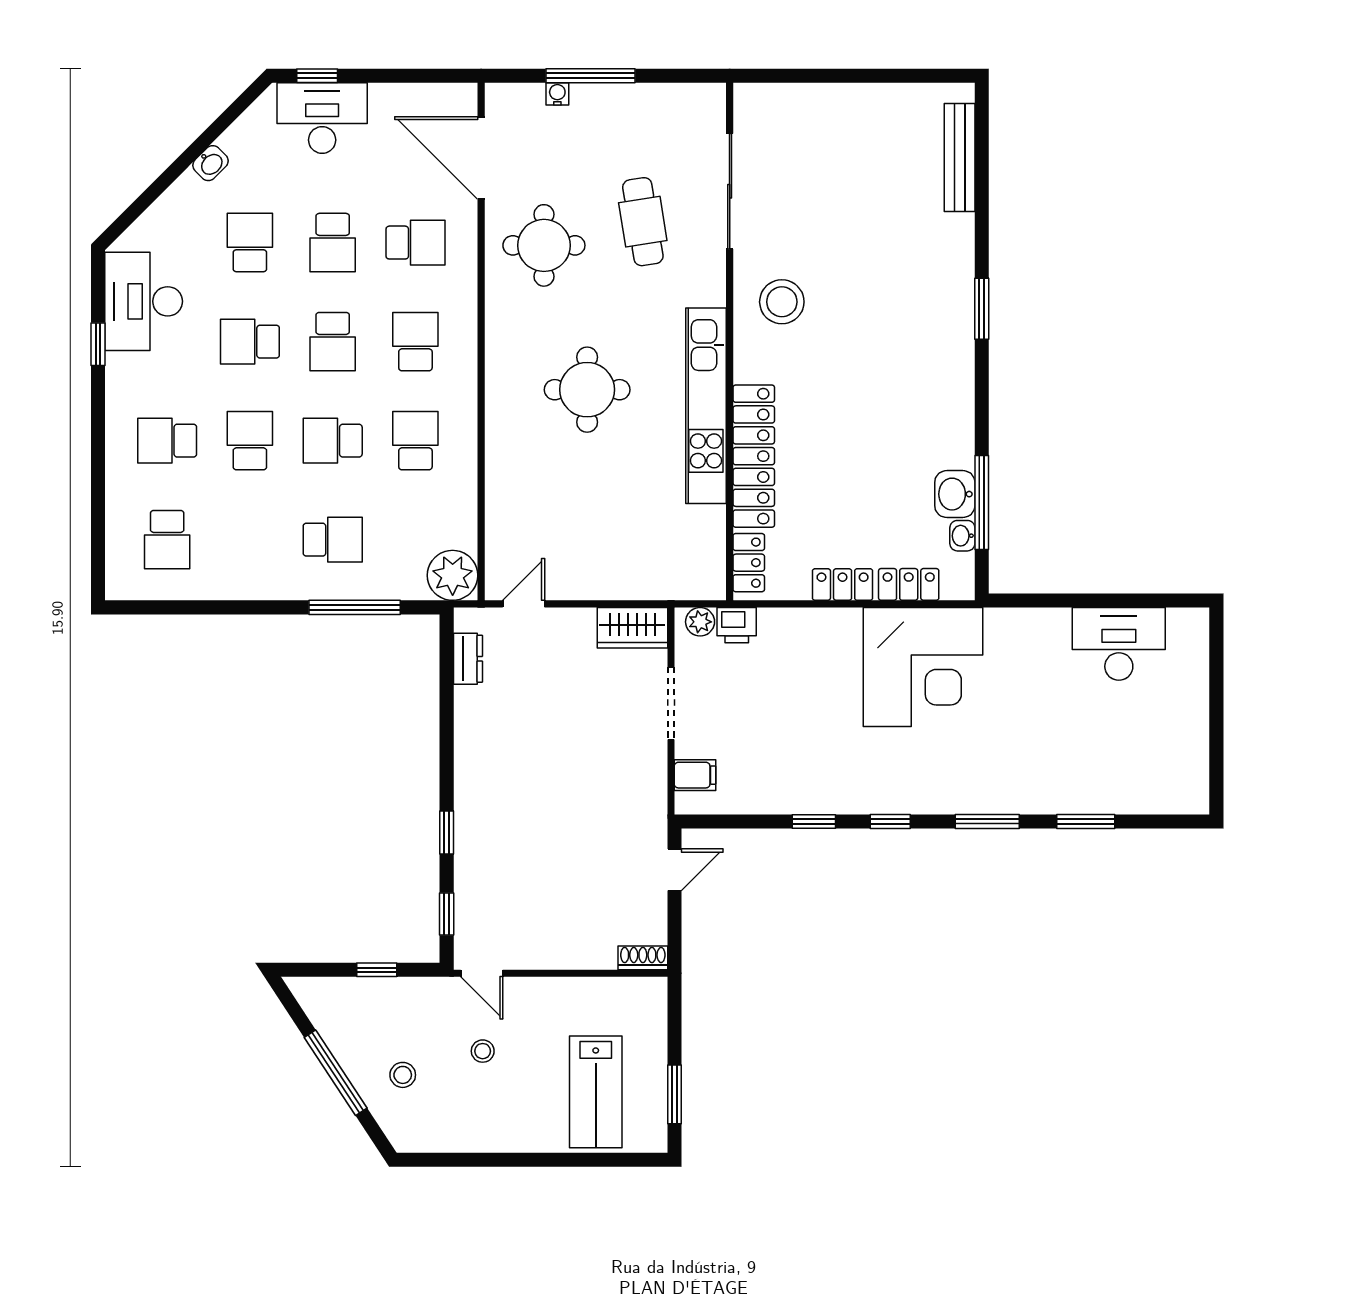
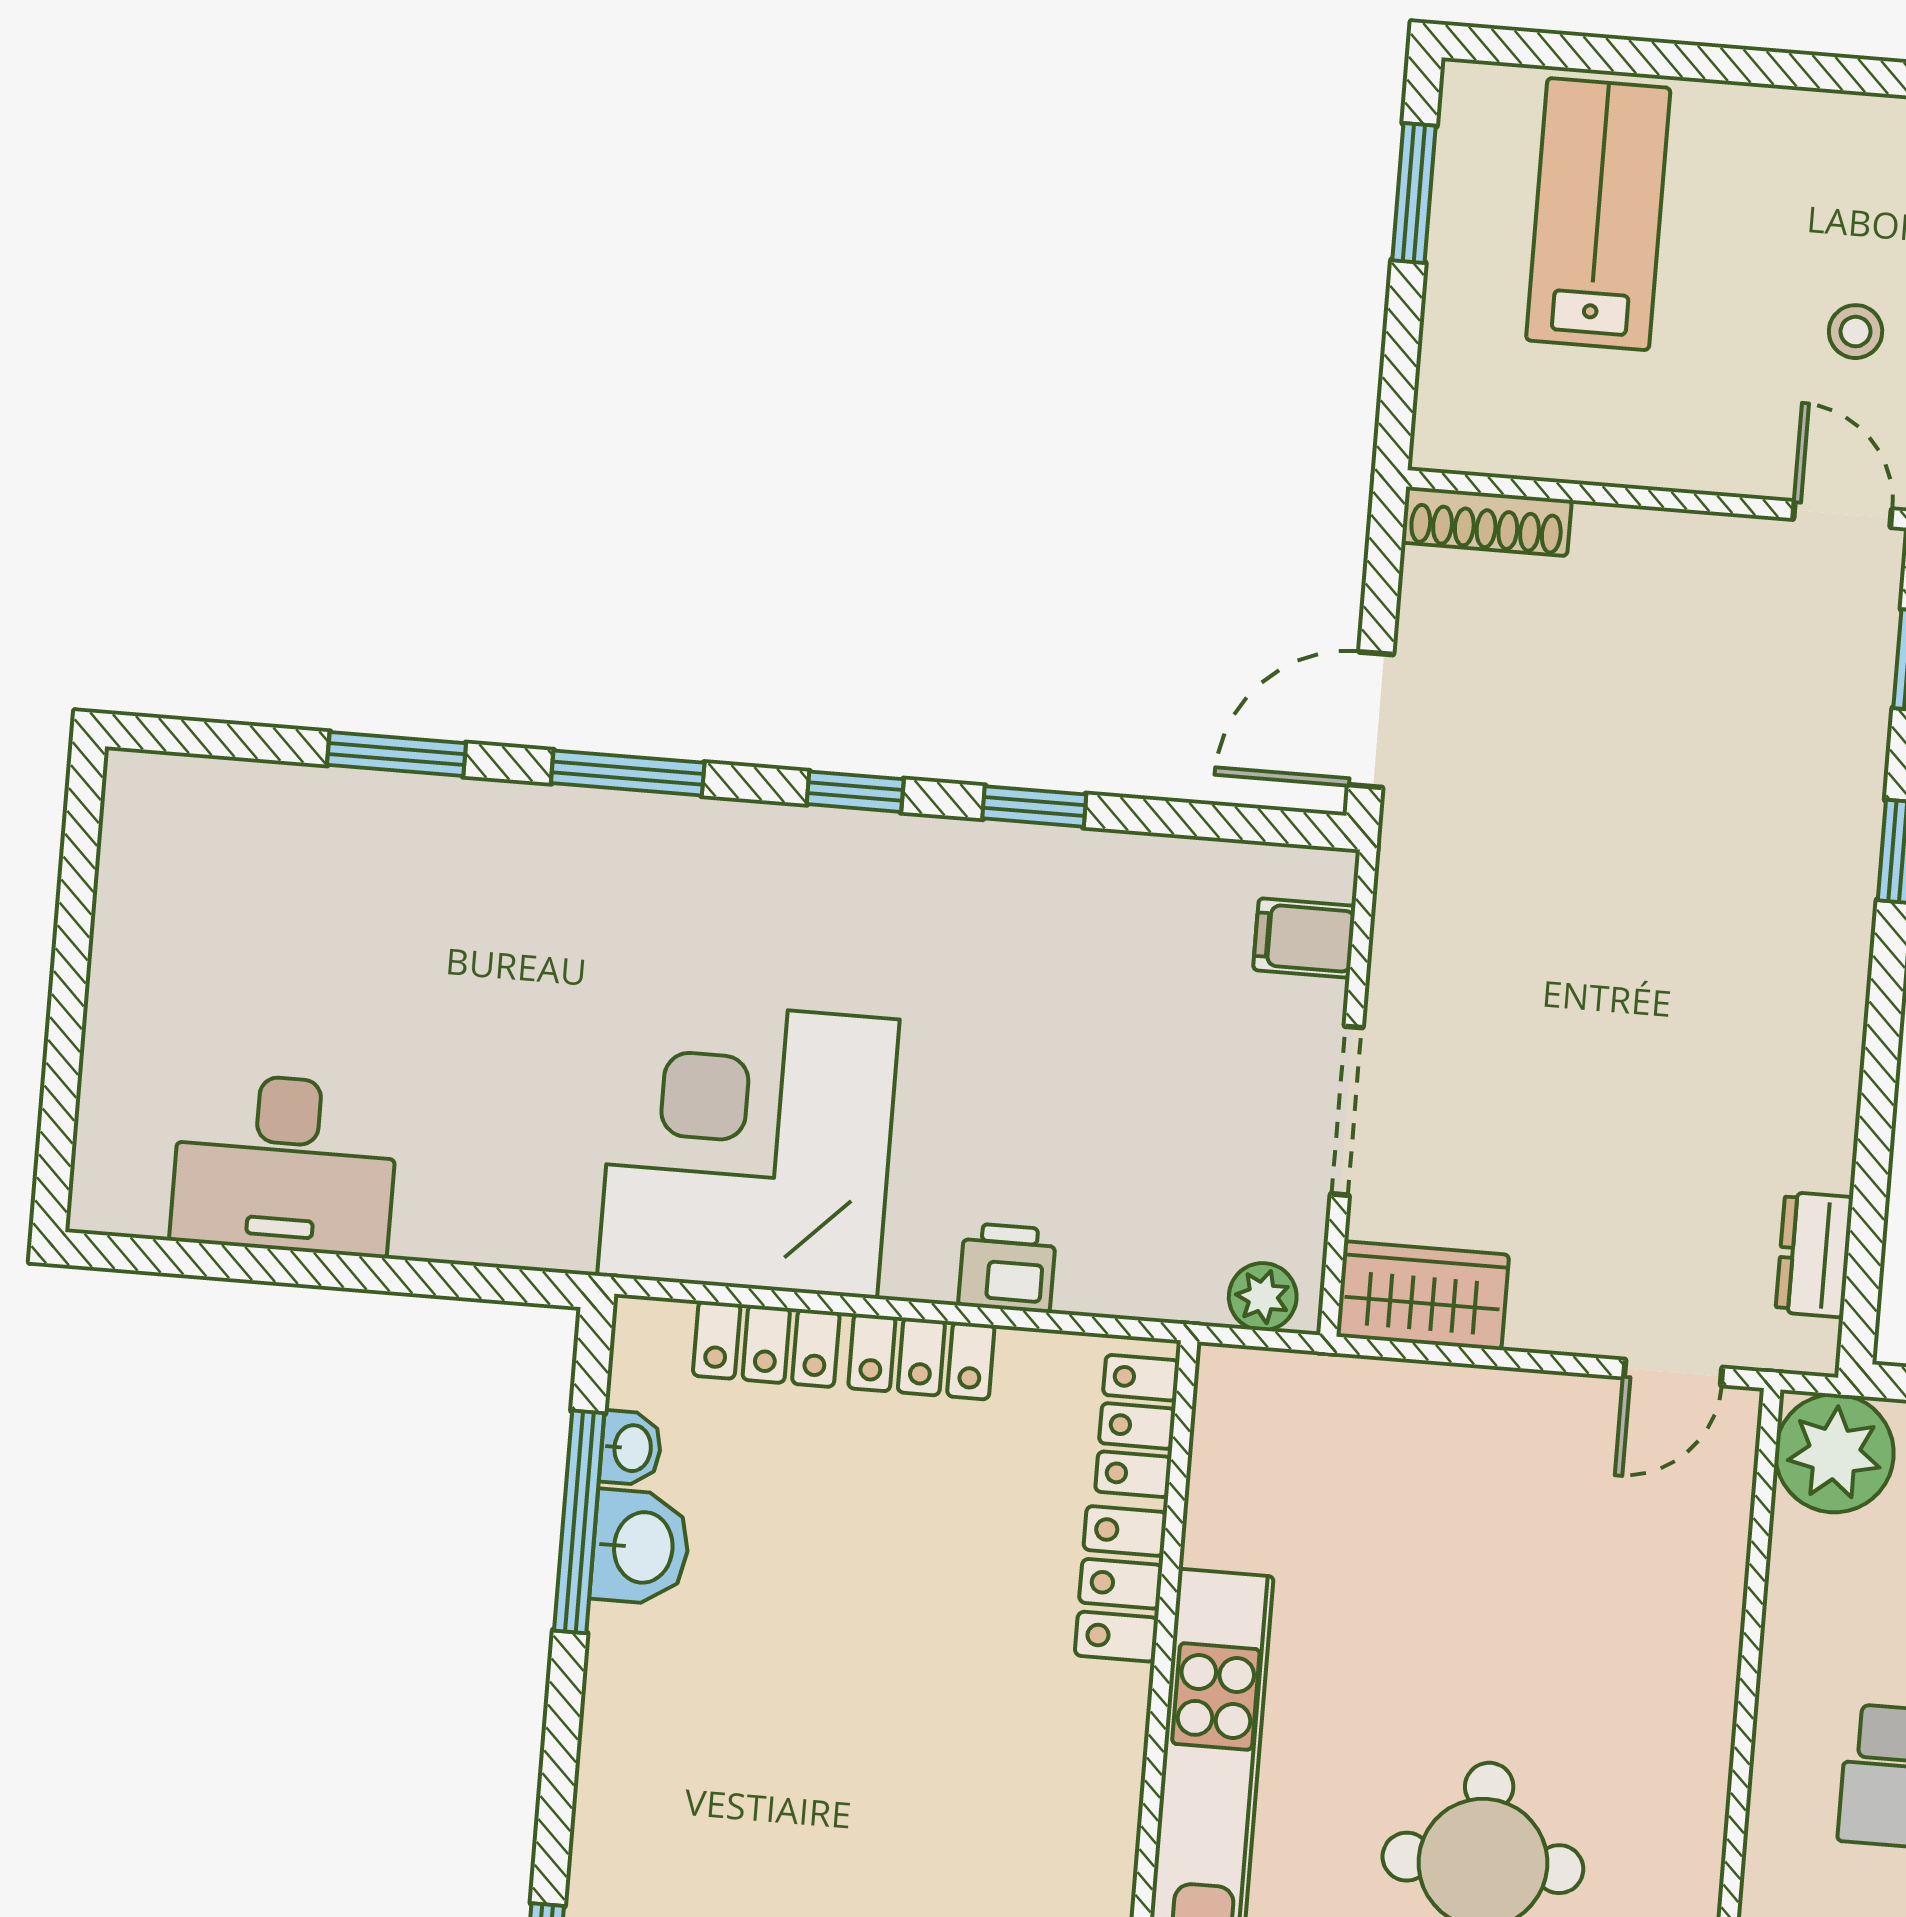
locker: (754, 456) -> (1121, 1584), width x0.46, depth x0.83
printer: (737, 625) -> (1007, 1268), moved
door: (674, 870) -> (1371, 720), width x1.37
shoe rack: (643, 958) -> (1487, 521), width x1.43

